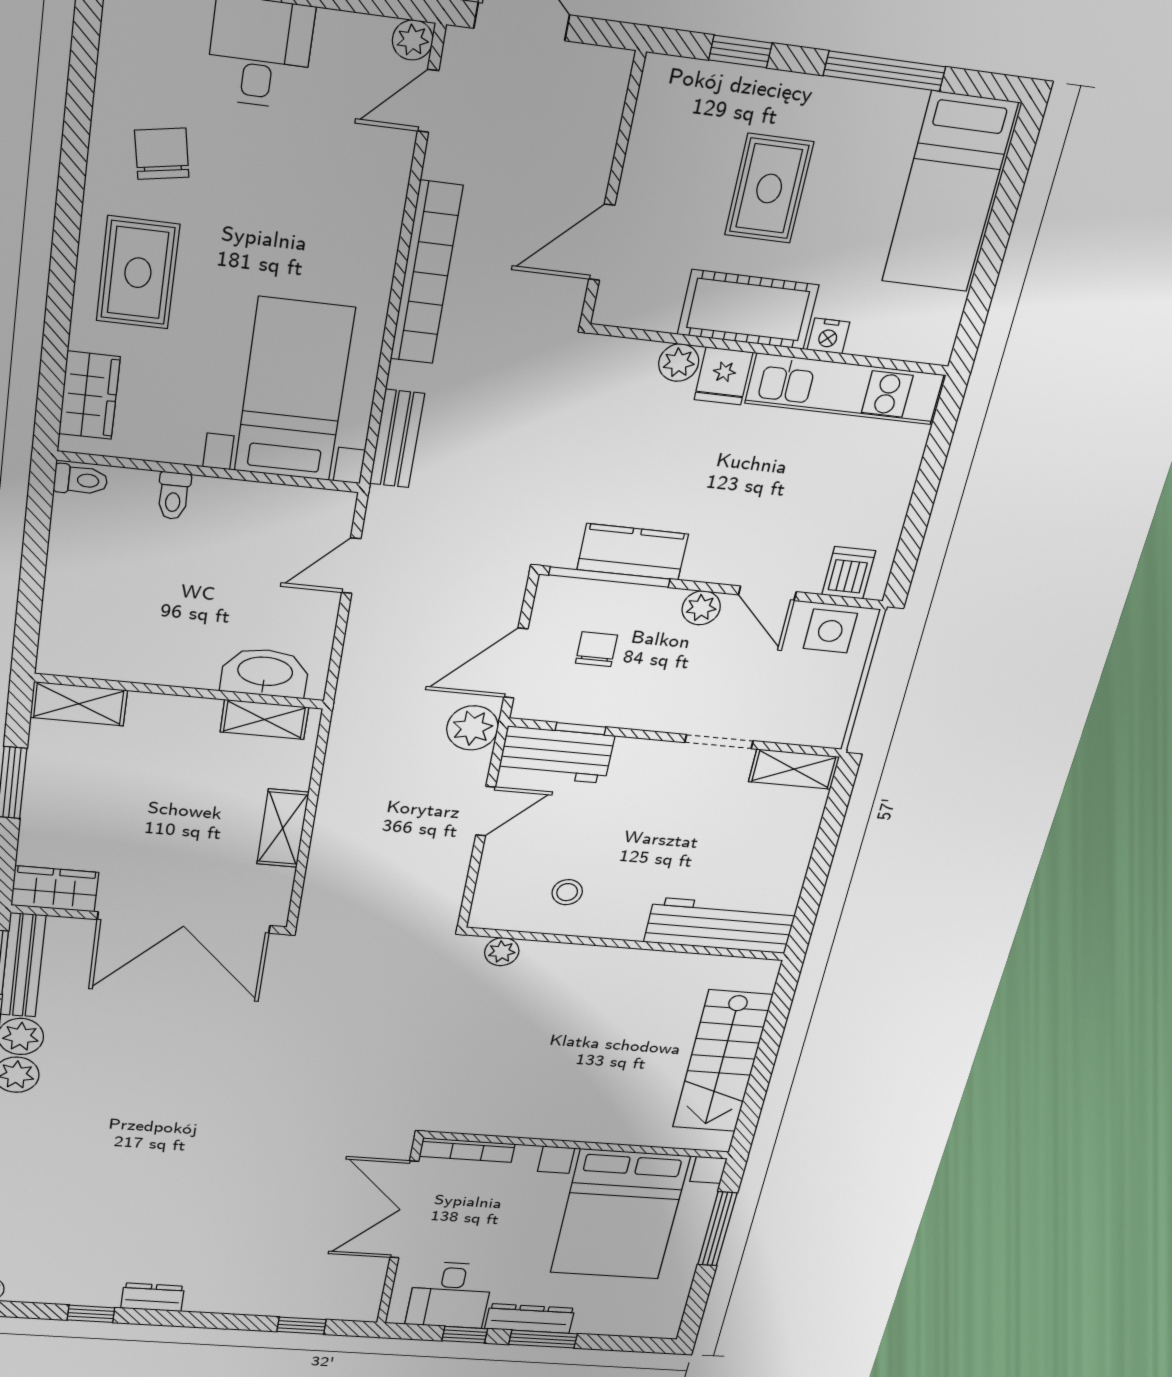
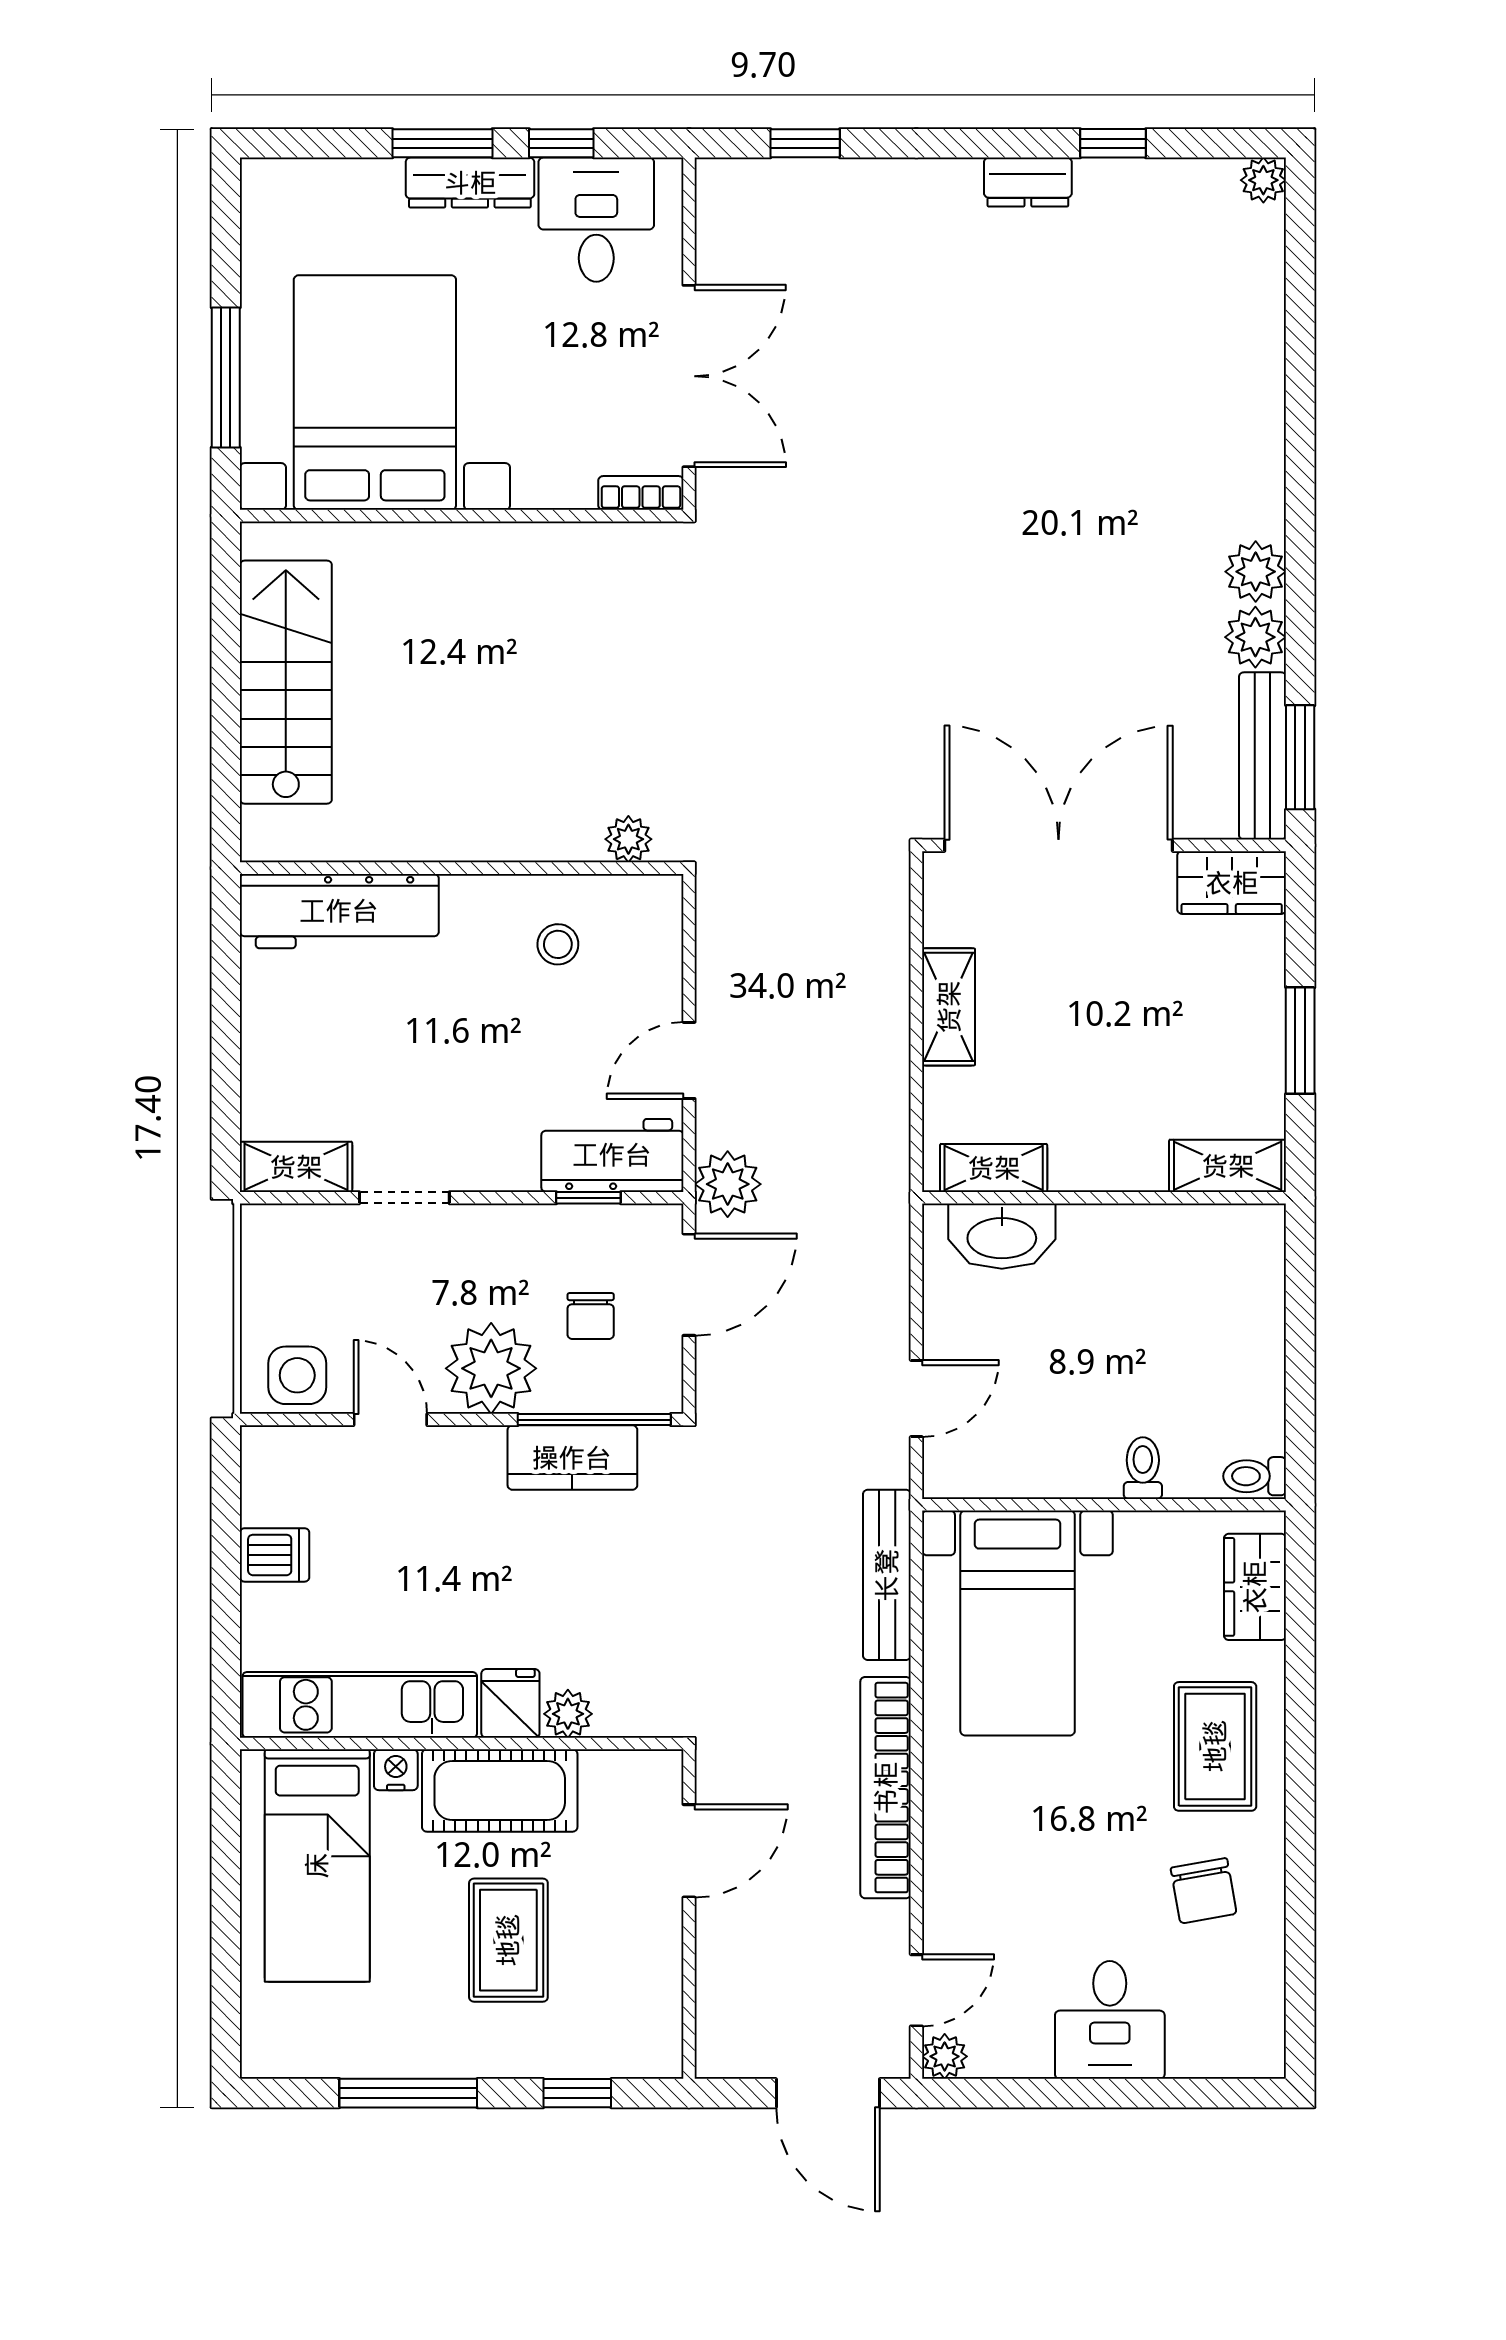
bed: (949, 193) -> (317, 1865), moved, turned 180
bench: (397, 439) -> (887, 1575), width x1.36
dishwasher: (849, 573) -> (275, 1555), moved, turned -90
plant: (701, 608) -> (491, 1368), width x1.88, depth x1.88
bookcase: (467, 1150) -> (641, 493), width x0.64

